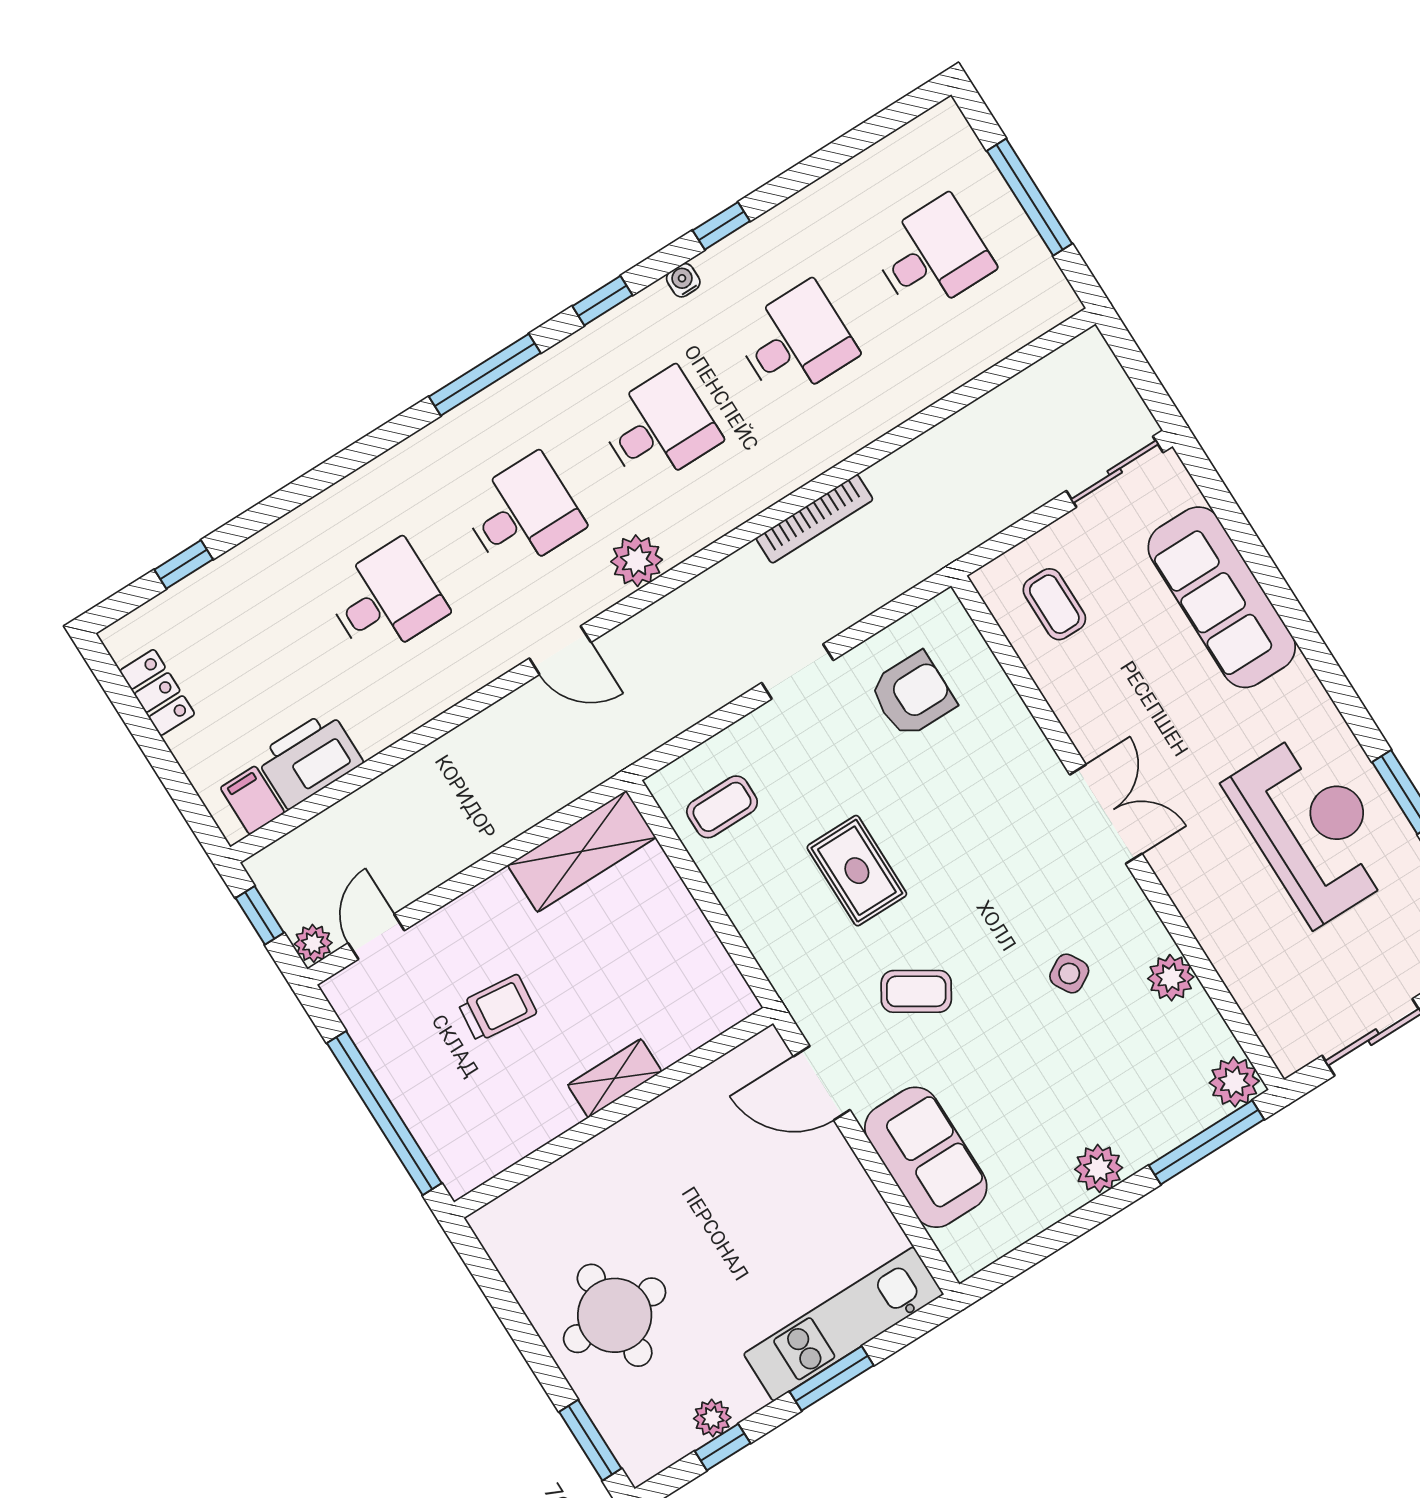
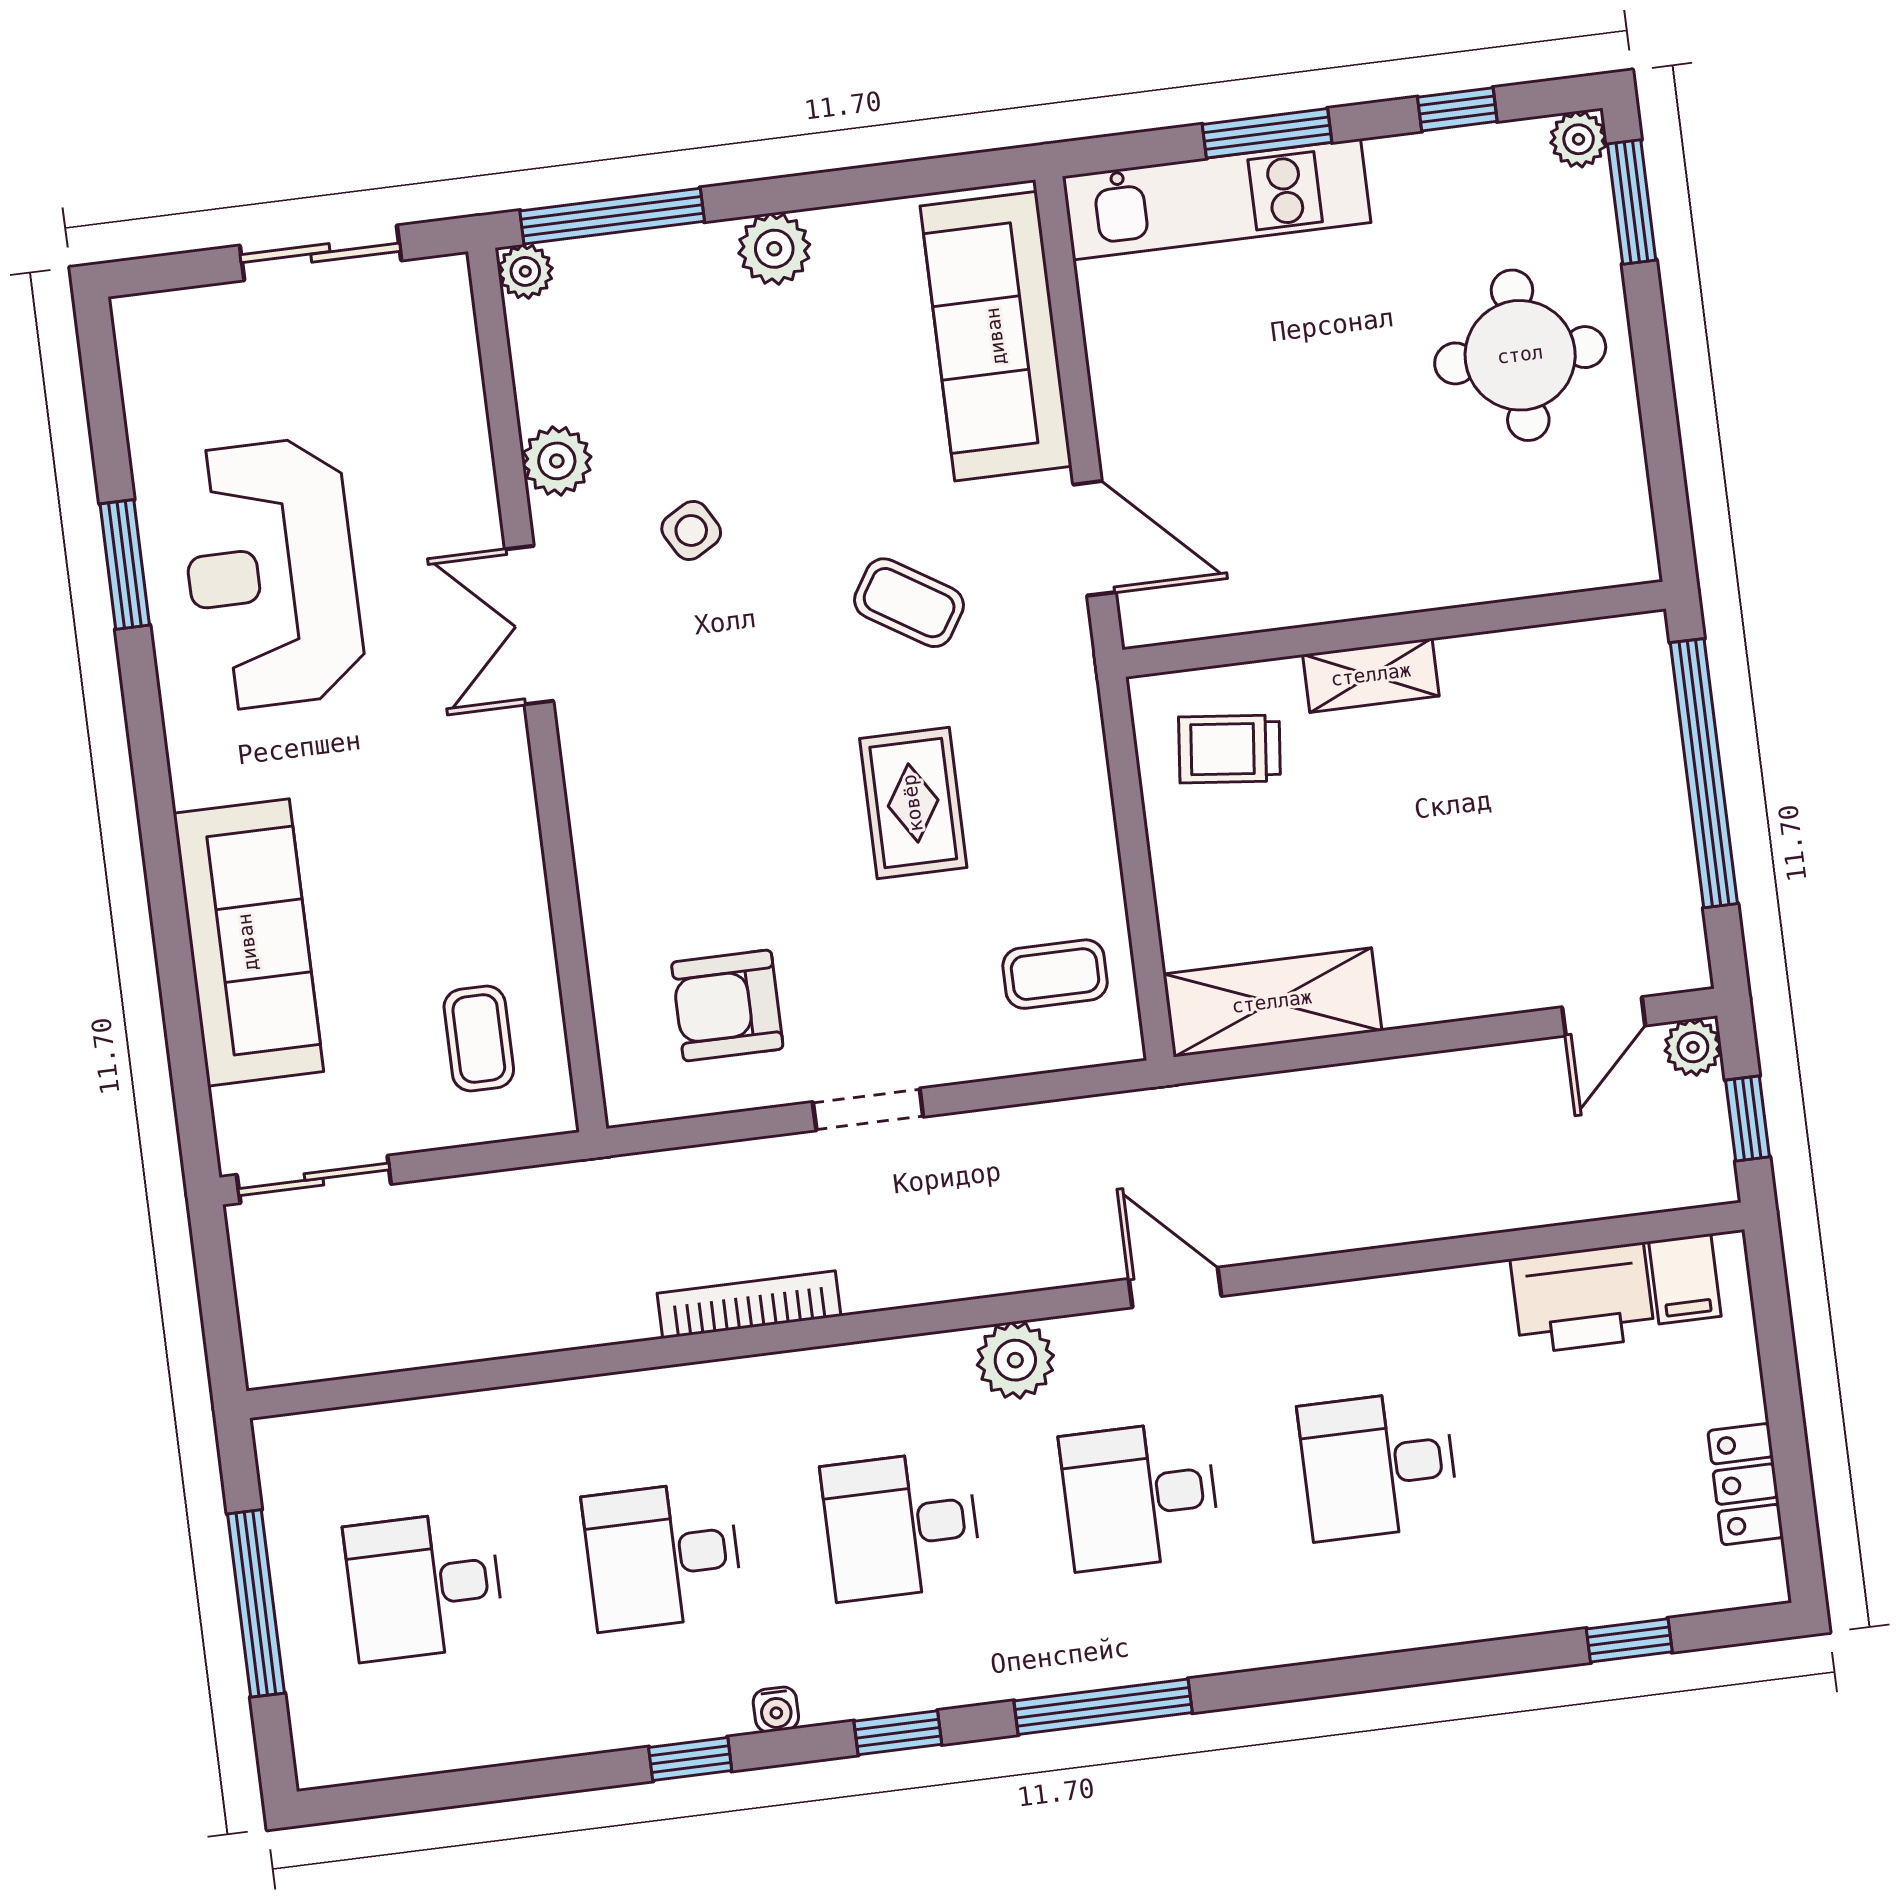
double door: (1106, 814) -> (529, 625), moved
trolley: (497, 1008) -> (1229, 749), moved
plant: (1234, 1082) -> (525, 271), width x0.73, depth x0.73
sofa: (926, 1157) -> (996, 336), width x1.36
plant: (712, 1418) -> (1579, 139), moved

